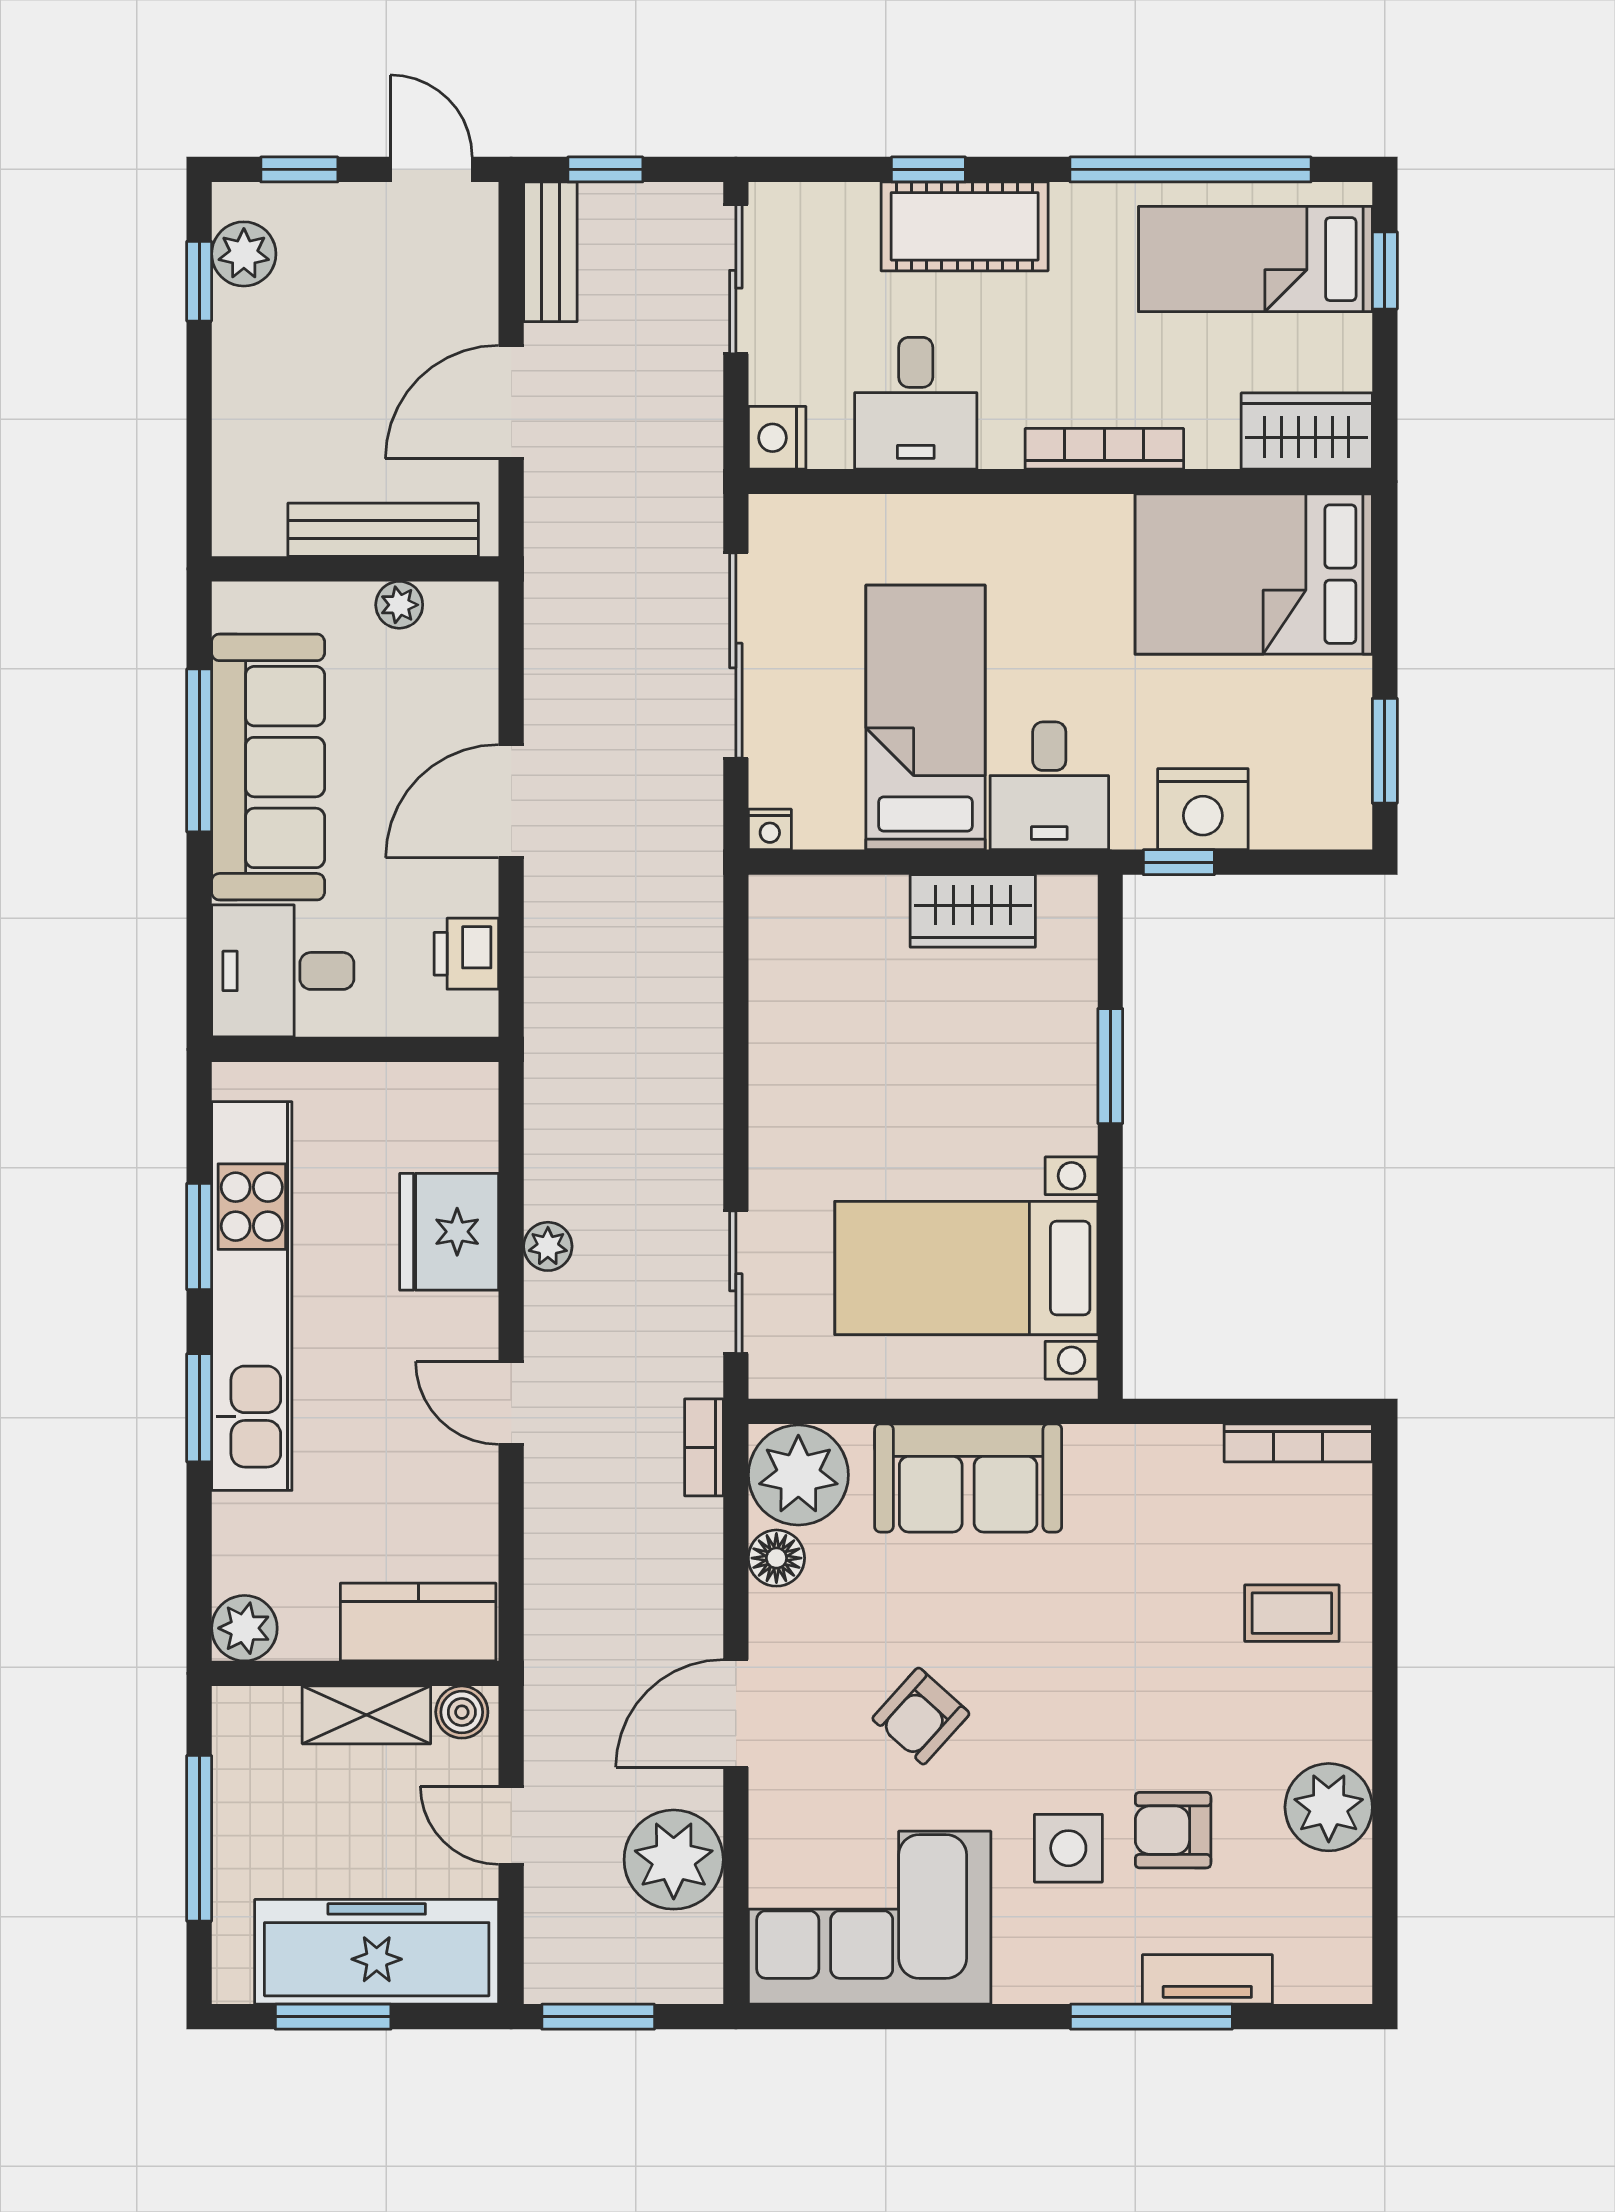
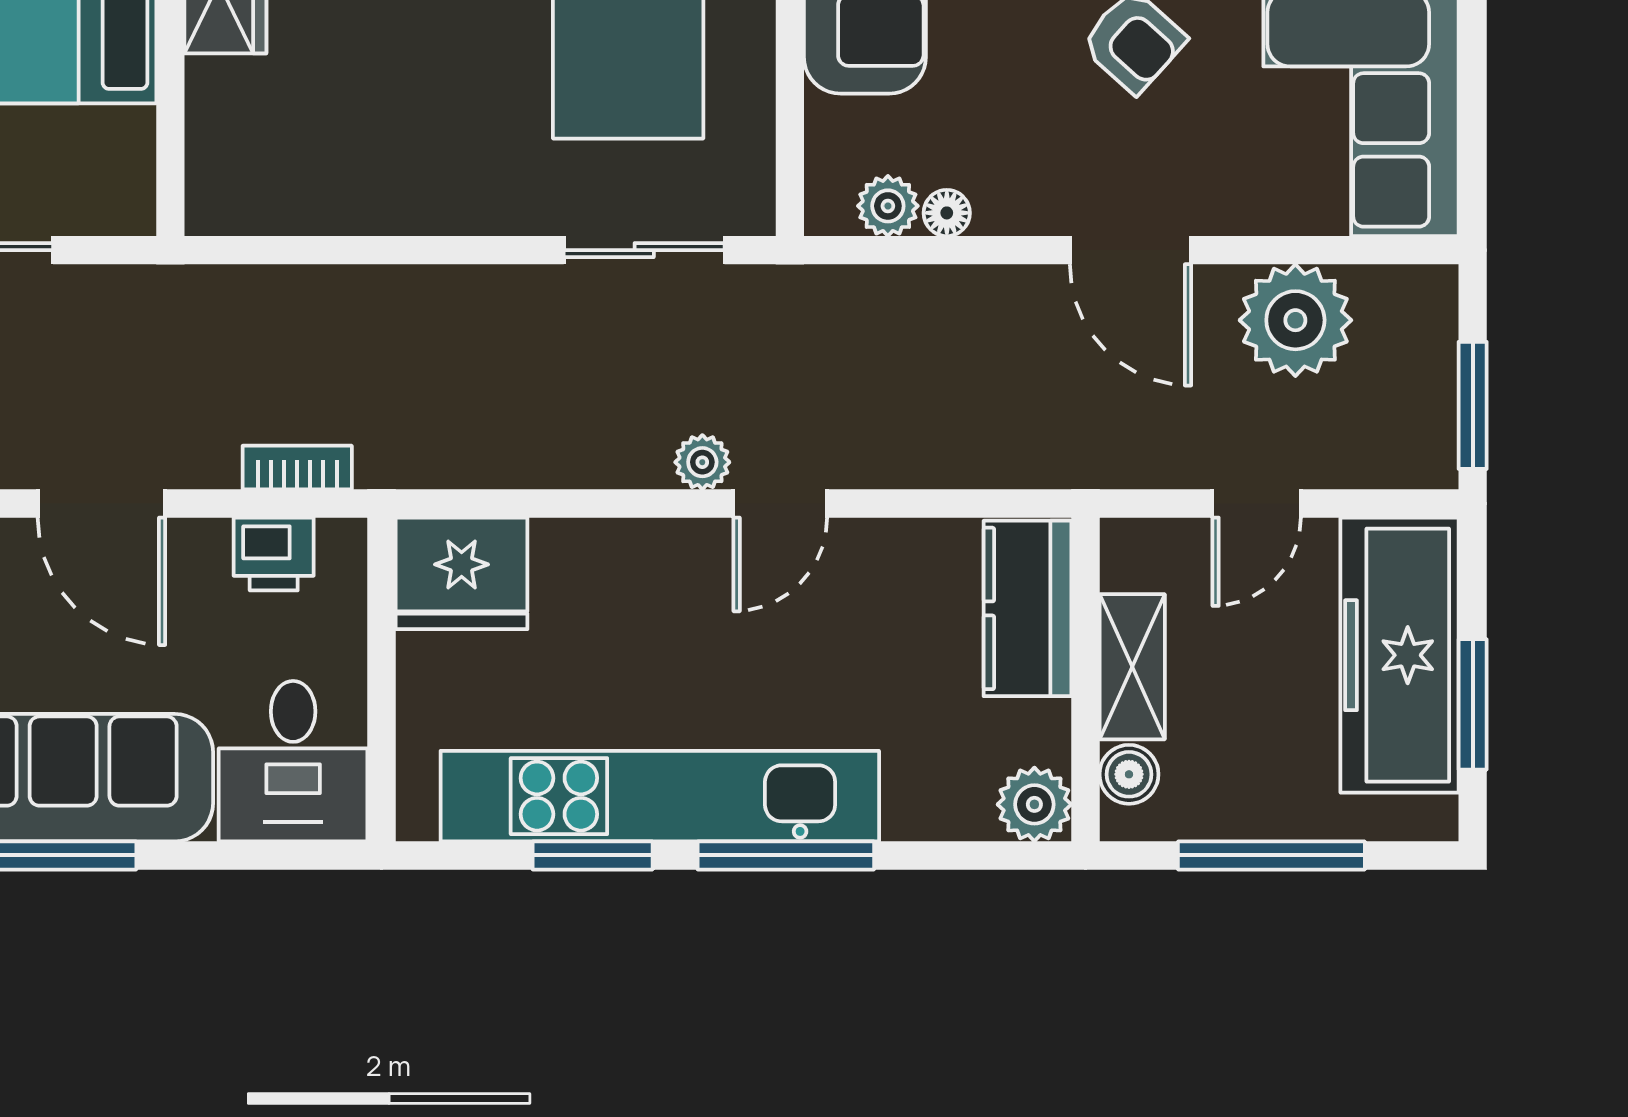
nightstand: (770, 829) -> (133, 212), removed
fridge: (449, 1232) -> (462, 573), moved
plant: (548, 1246) -> (702, 462), moved
window: (199, 1408) -> (786, 855), width x1.44
bookcase: (704, 1447) -> (297, 468), moved, turned 180
plant: (798, 1475) -> (888, 206), width x0.53, depth x0.53
floor lamp: (776, 1558) -> (947, 213), width x0.73, depth x0.73
boiler: (462, 1712) -> (1129, 774), moved

